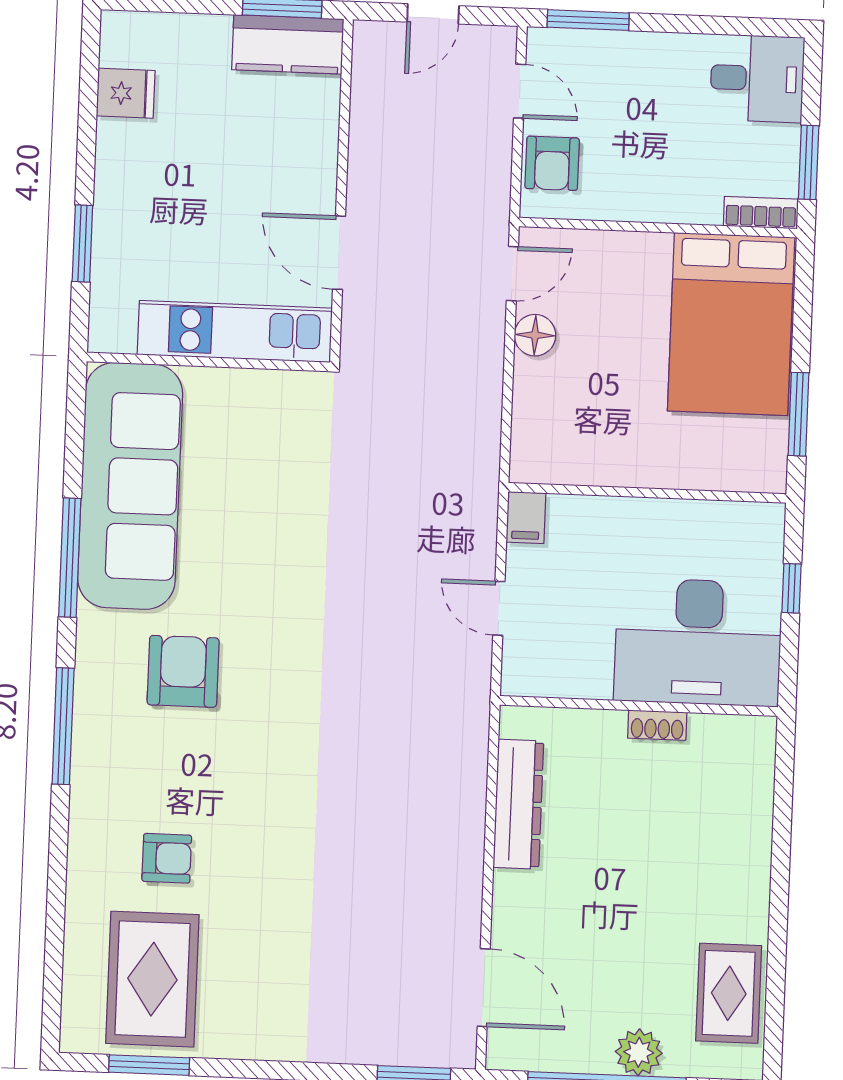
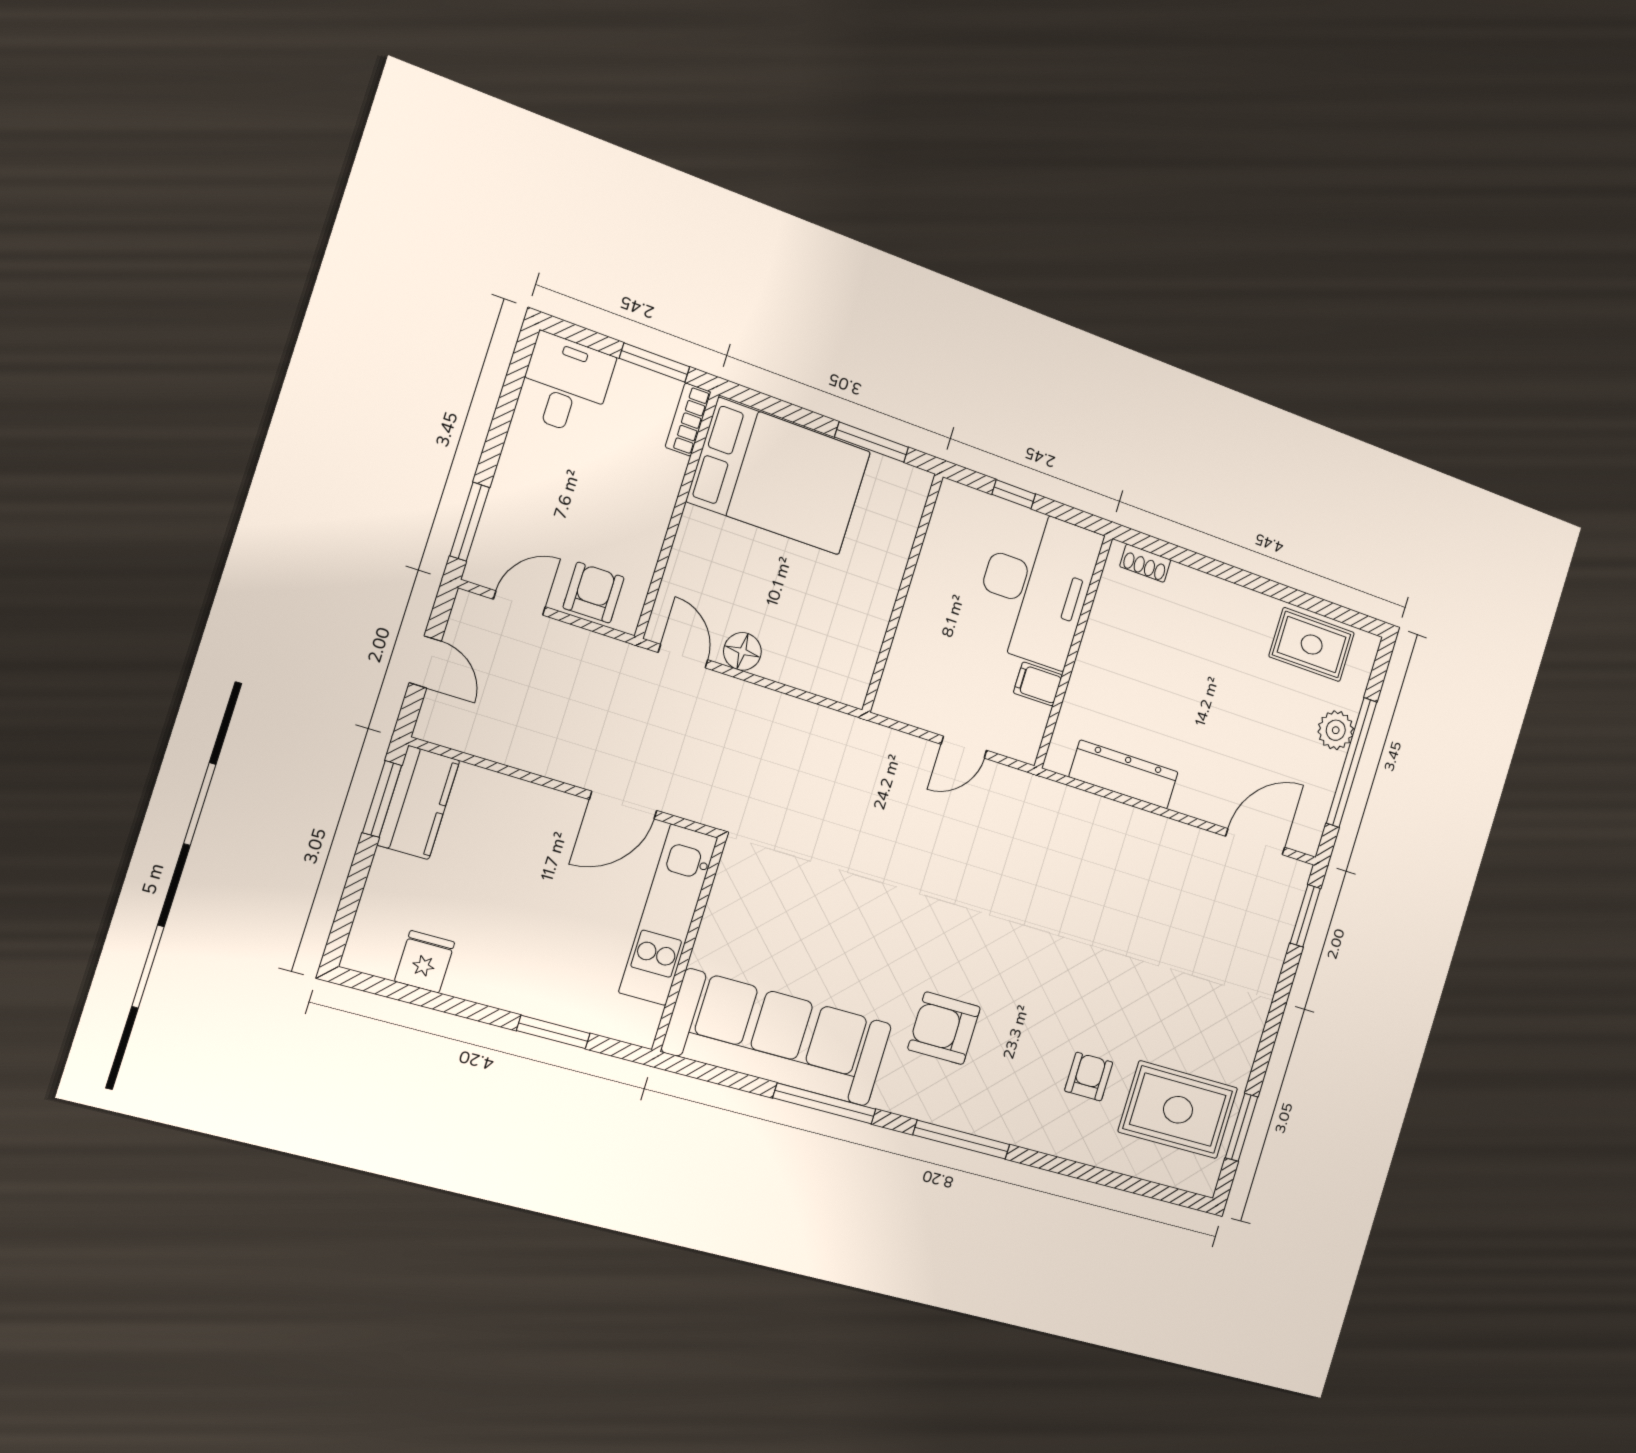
armchair: (552, 163) -> (594, 593), turned -90
filing cabinet: (526, 518) -> (1038, 684), moved, turned 180
shoe rack: (657, 725) -> (1145, 563), moved, turned 90

